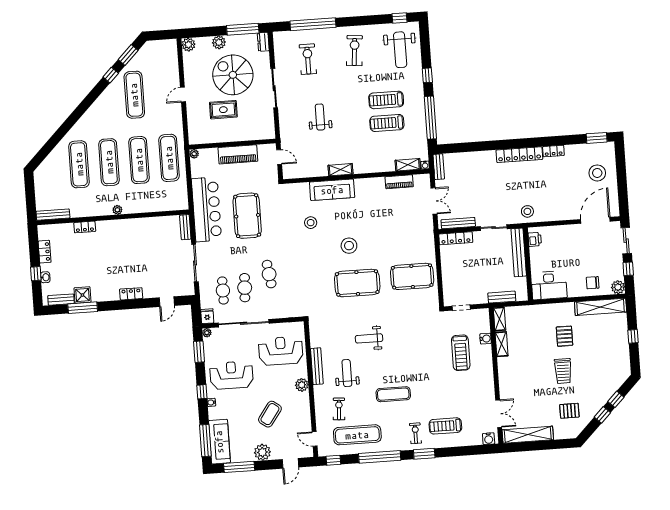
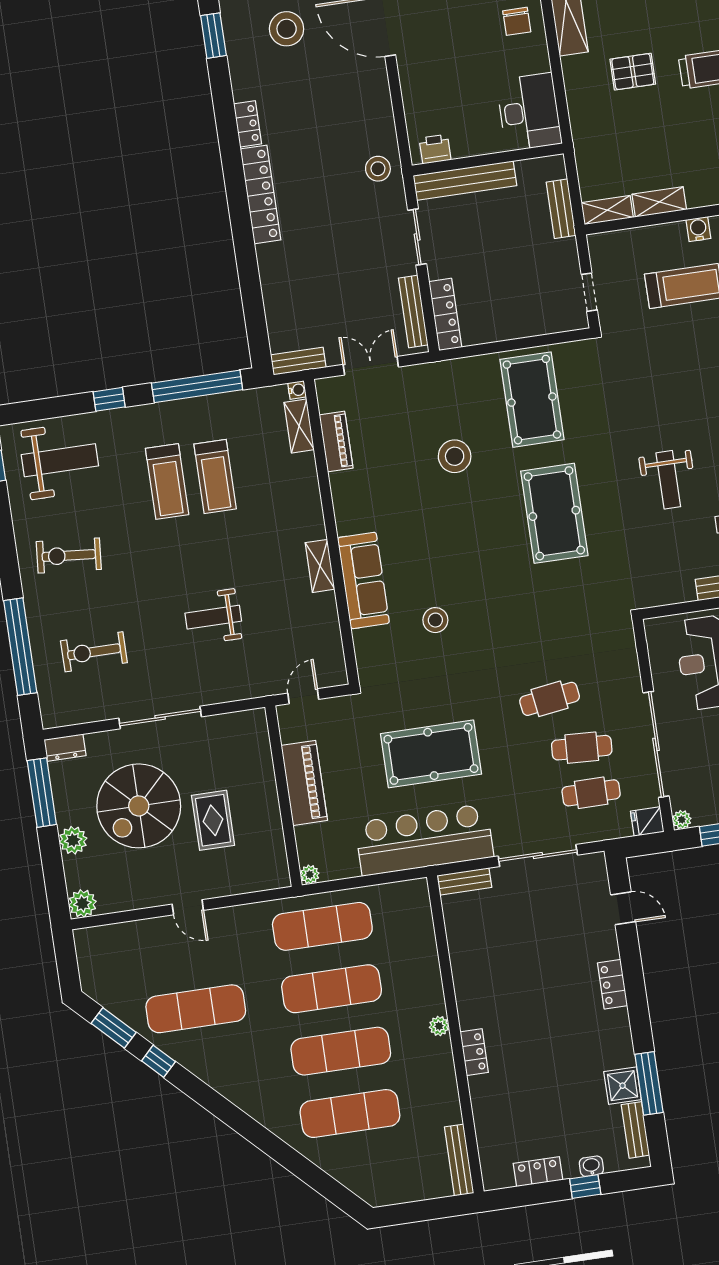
locker: (85, 227) -> (474, 1052), moved
stool: (349, 246) -> (455, 456), moved
water cooler: (486, 339) -> (698, 229), moved

